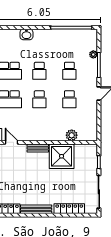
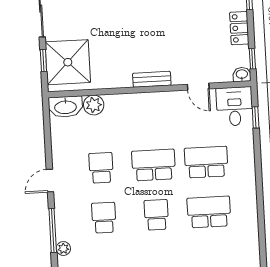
school desk: (39, 99) -> (154, 165), width x1.85
washbasin: (88, 135) -> (65, 107), added
shower: (62, 156) -> (68, 62), moved

